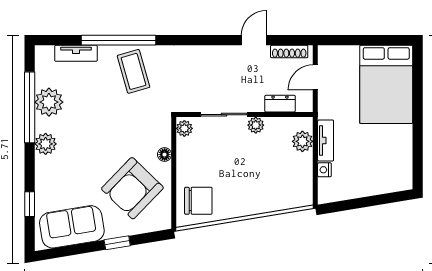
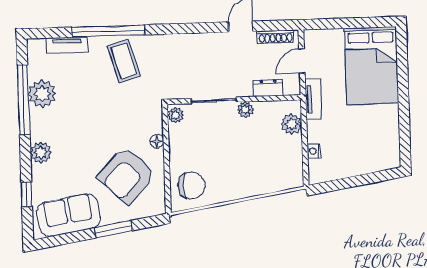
tv unit: (326, 141) -> (313, 99), moved
plant: (46, 144) -> (41, 153), moved
window: (117, 243) -> (114, 229), width x1.50

